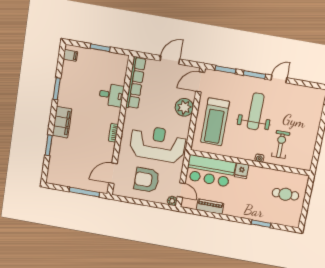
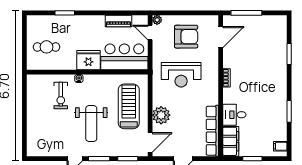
filing cabinet: (62, 122) -> (231, 141), moved, turned 180
reception desk: (158, 144) -> (181, 75), width x0.74, depth x0.77
fridge: (242, 171) -> (89, 60), width x1.88, depth x1.34

